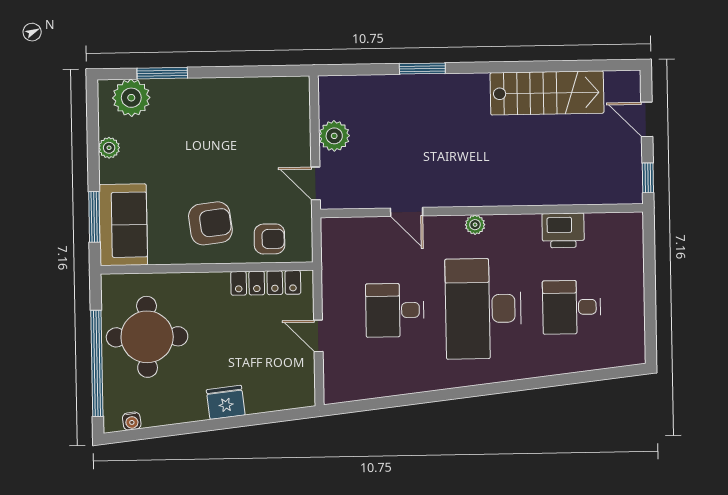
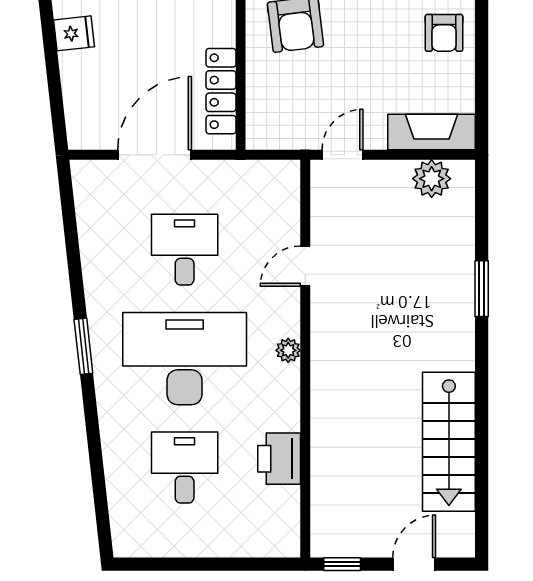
fireplace: (296, 111) -> (432, 132), added
plant: (334, 136) -> (432, 179), moved
armchair: (269, 239) -> (444, 33), moved
door: (318, 336) -> (155, 155), width x1.87
window: (475, 391) -> (83, 346), added
fridge: (226, 402) -> (74, 33), width x0.72

